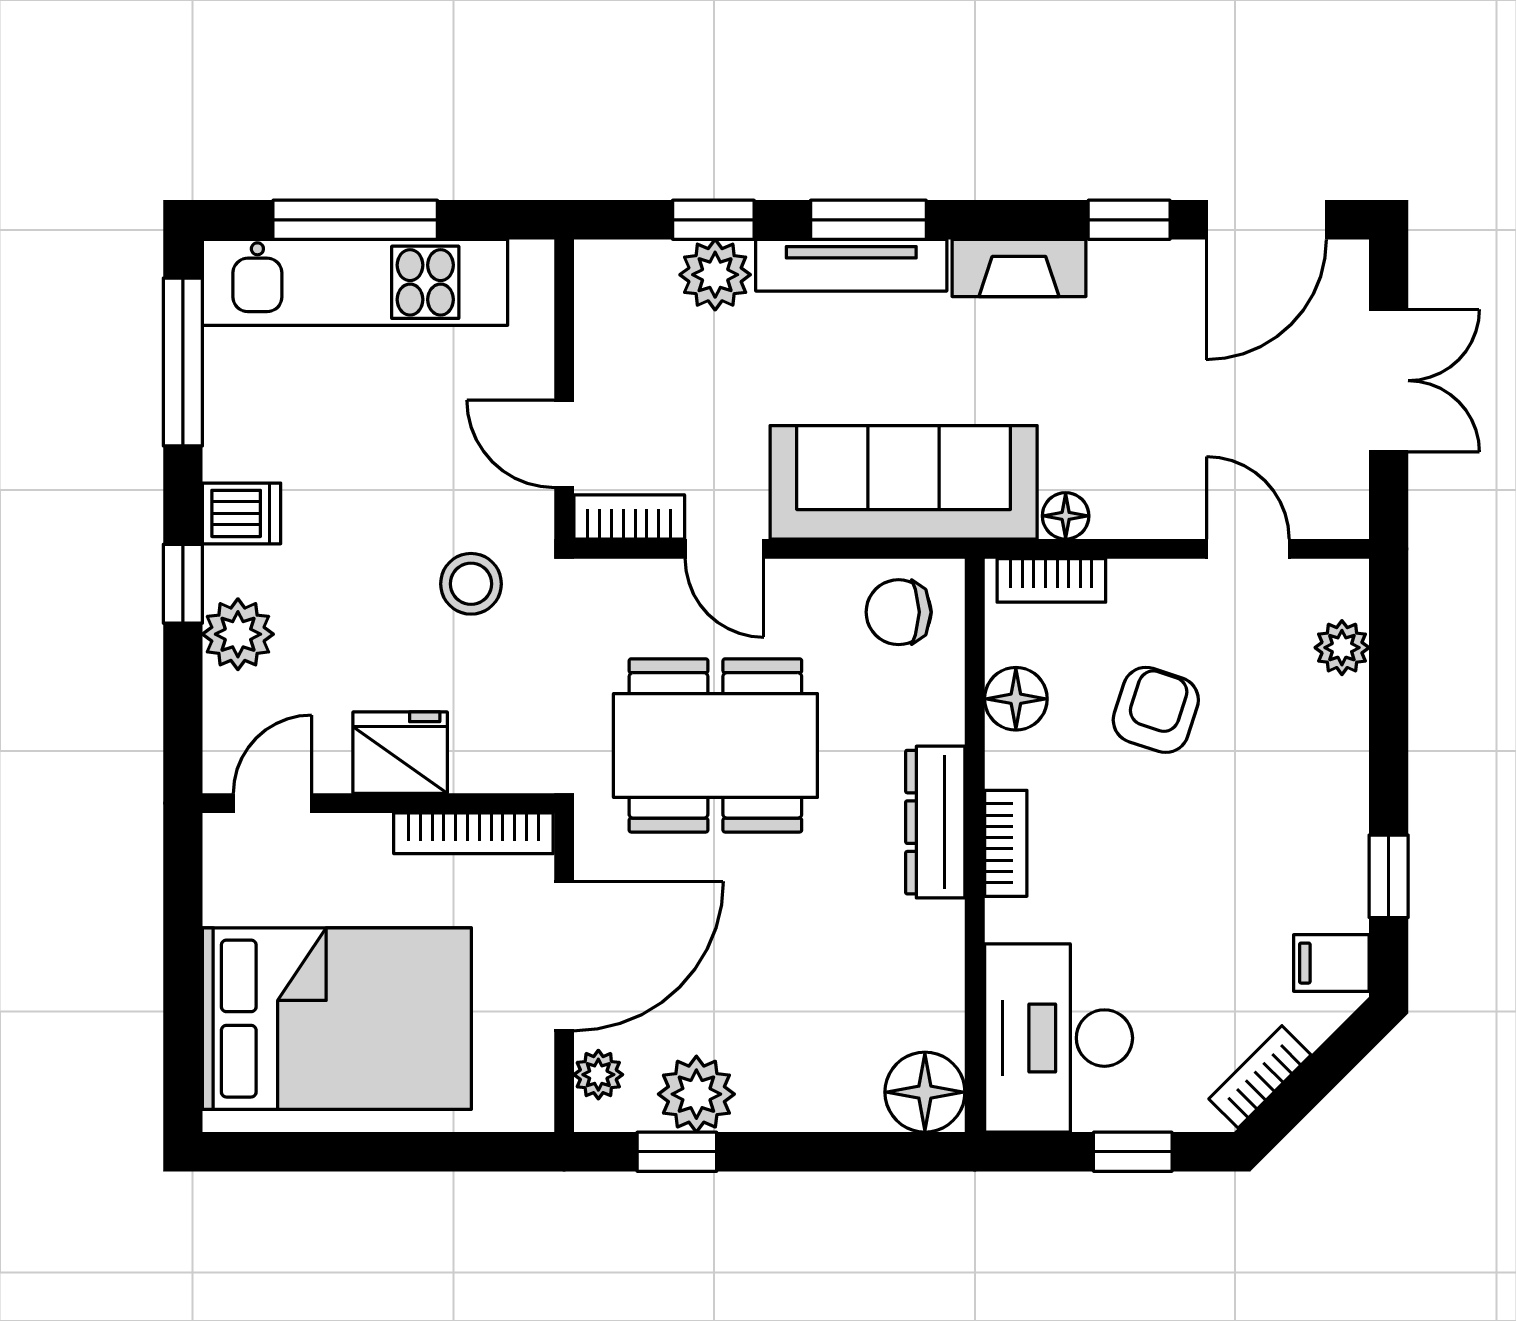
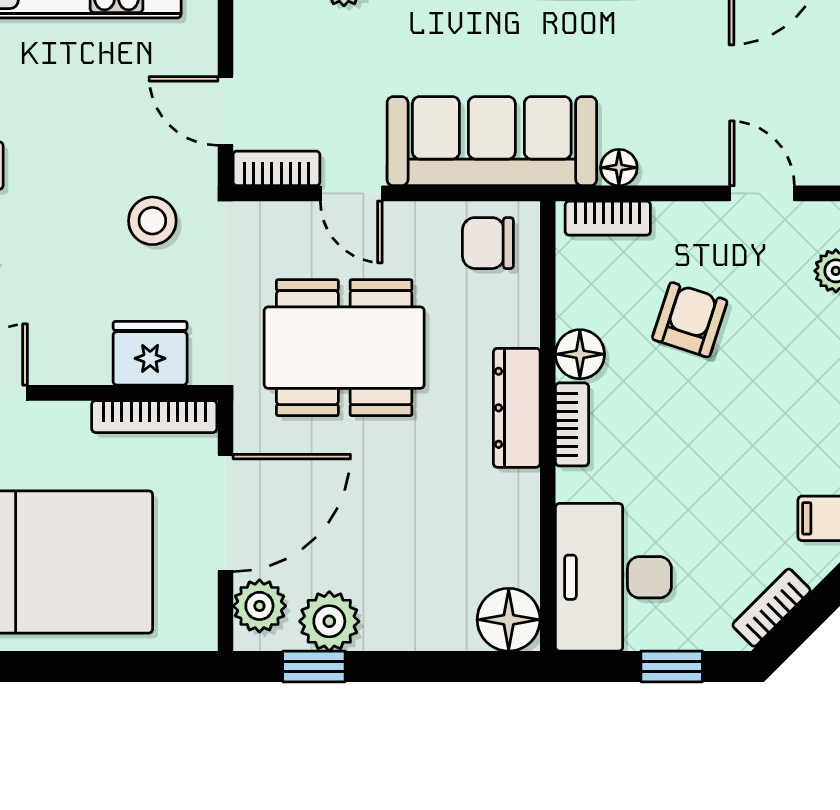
floor lamp: (1016, 699) -> (580, 354), moved
fridge: (400, 753) -> (150, 353), moved
plant: (598, 1075) -> (259, 606), width x1.38, depth x1.38

